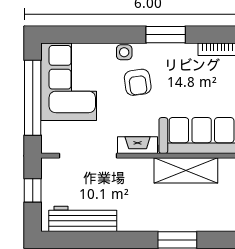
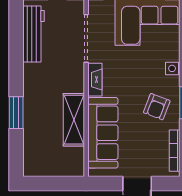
armchair: (138, 82) -> (157, 107), moved, turned -61

